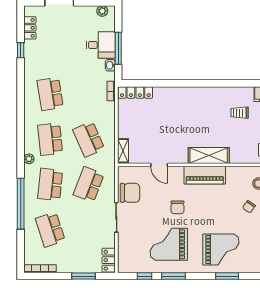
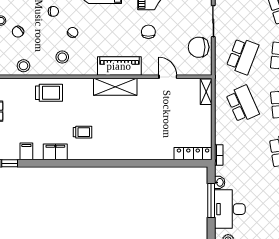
desk: (101, 45) -> (230, 209), width x1.37

